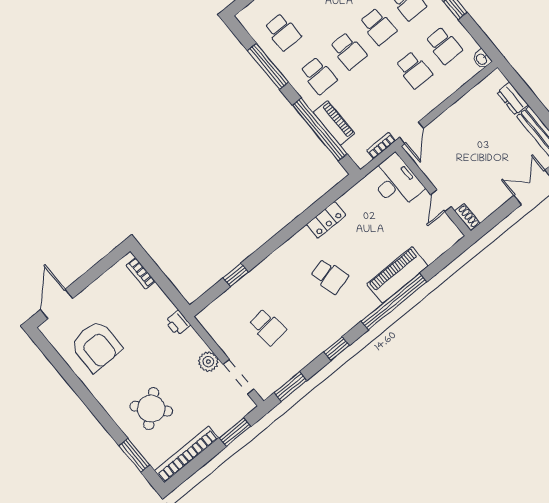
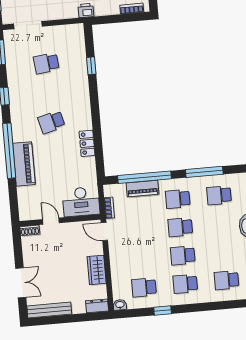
school desk: (414, 70) -> (141, 259), removed
dresser: (512, 99) -> (97, 306), moved
wardrobe: (460, 112) -> (97, 270), added
plant: (208, 362) -> (50, 13), removed

